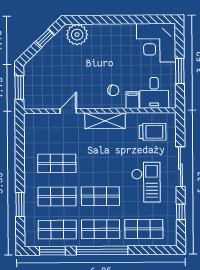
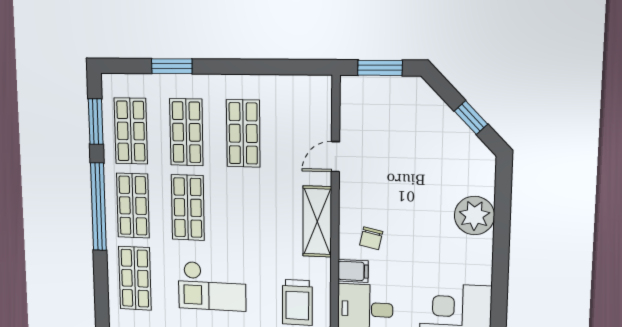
plant: (77, 35) -> (474, 216), moved
door: (68, 111) -> (335, 157), swing flipped

